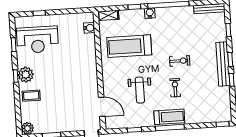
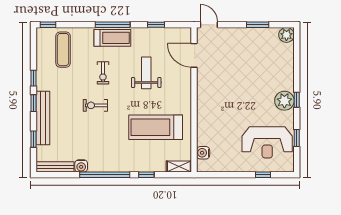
water cooler: (150, 13) -> (81, 166), moved
reception desk: (38, 40) -> (267, 142), turned 180
treadmill: (129, 46) -> (156, 127), turned 180
bench: (223, 64) -> (43, 118), moved
coffee table: (31, 96) -> (279, 75), removed
exercise mat: (209, 105) -> (63, 50), added
treadmill: (169, 117) -> (112, 38), turned 180

